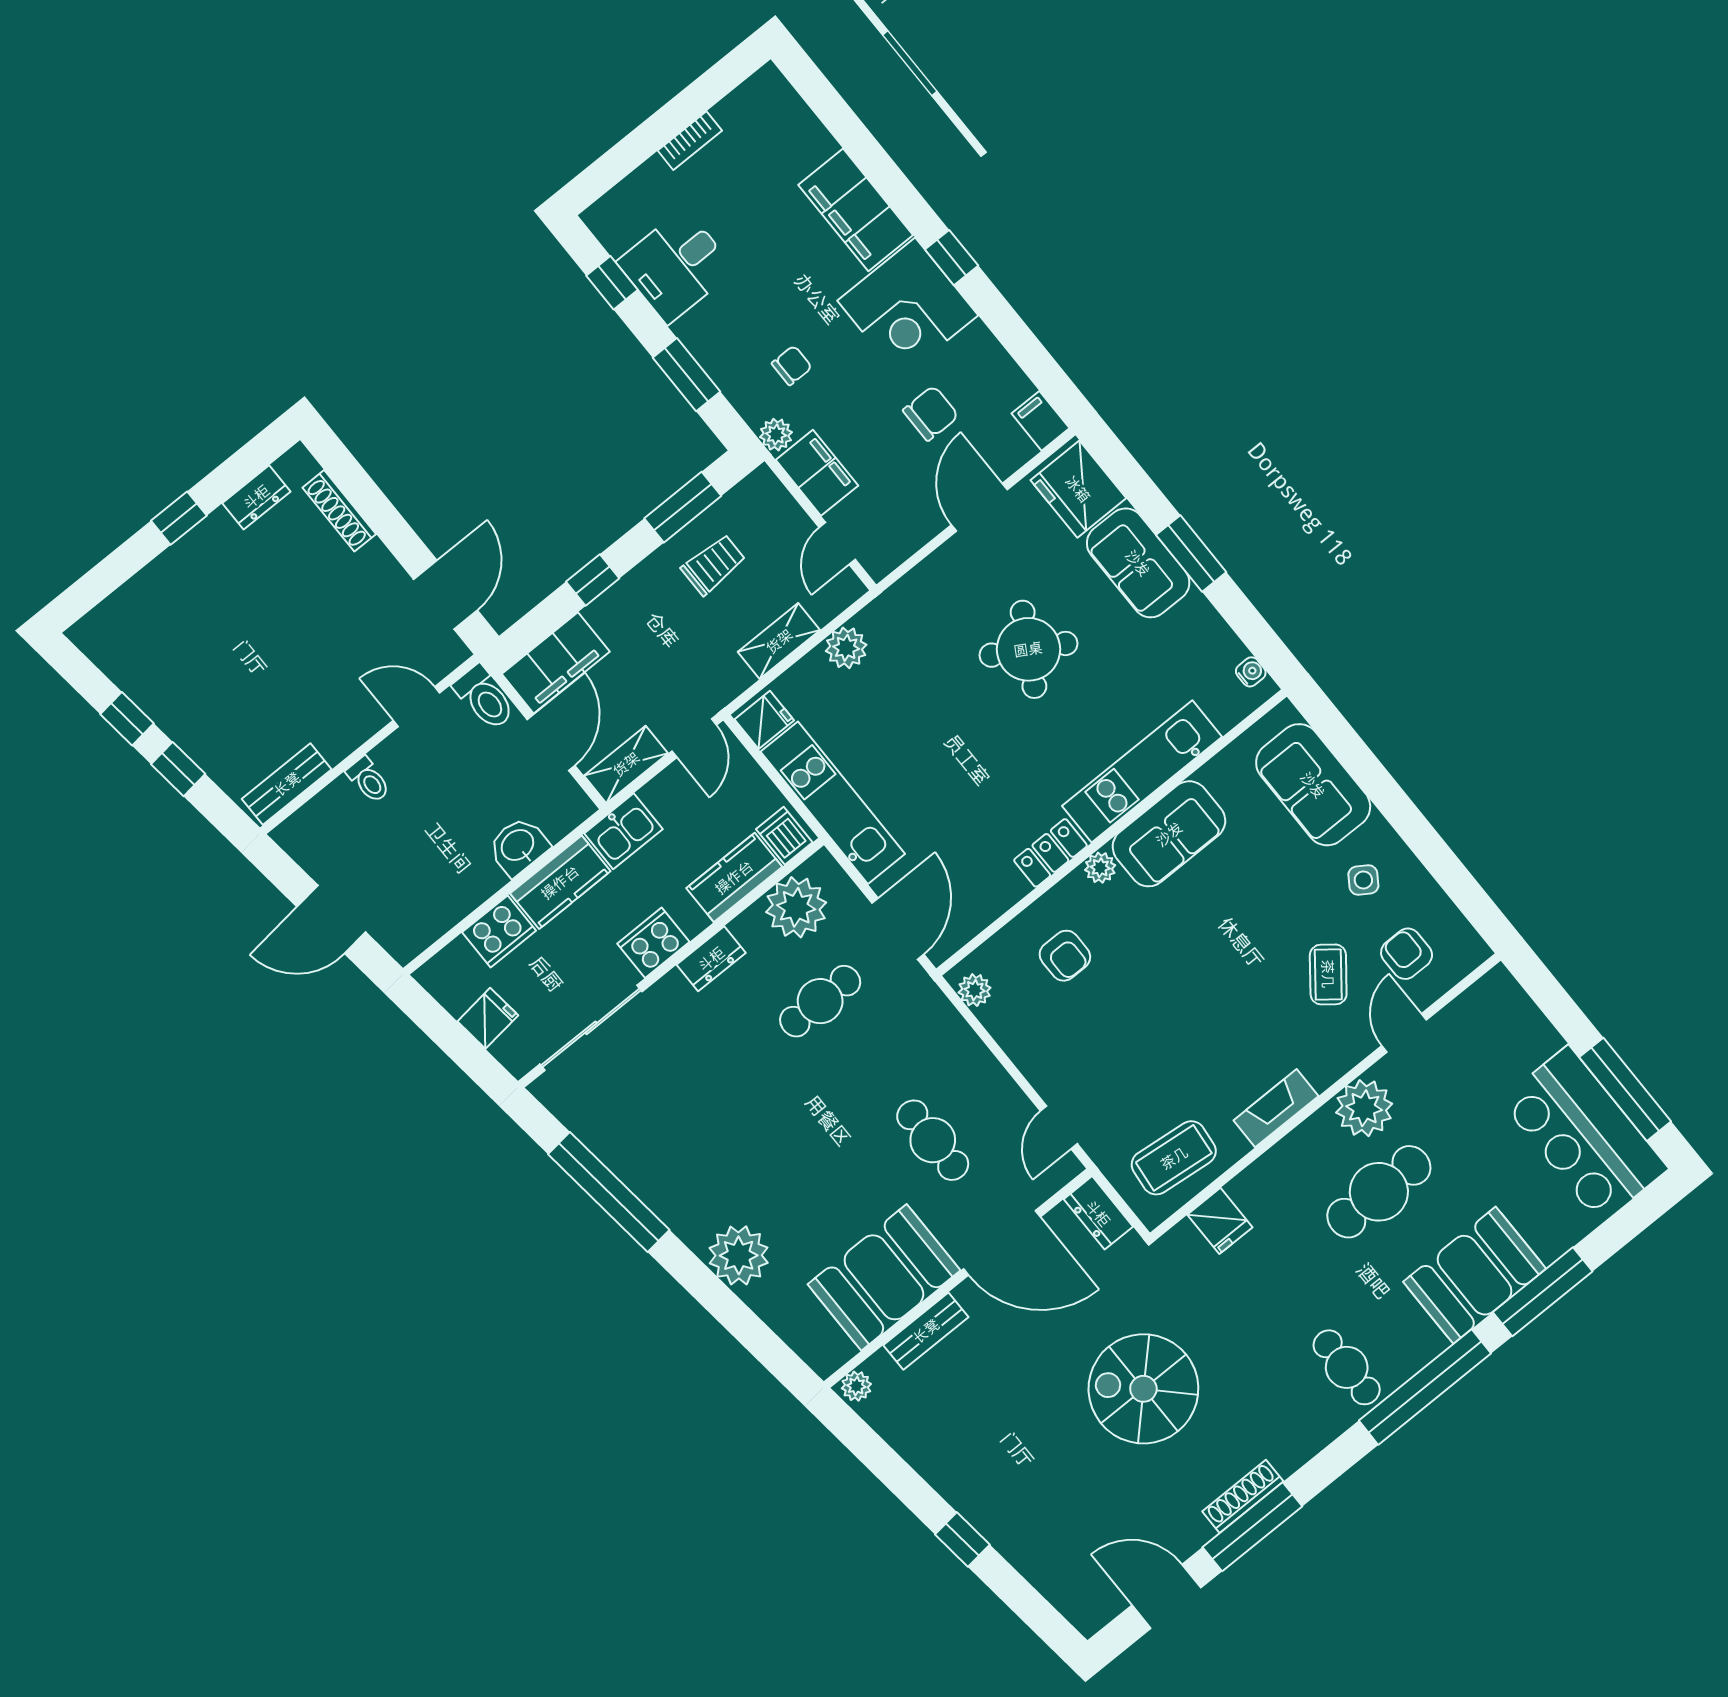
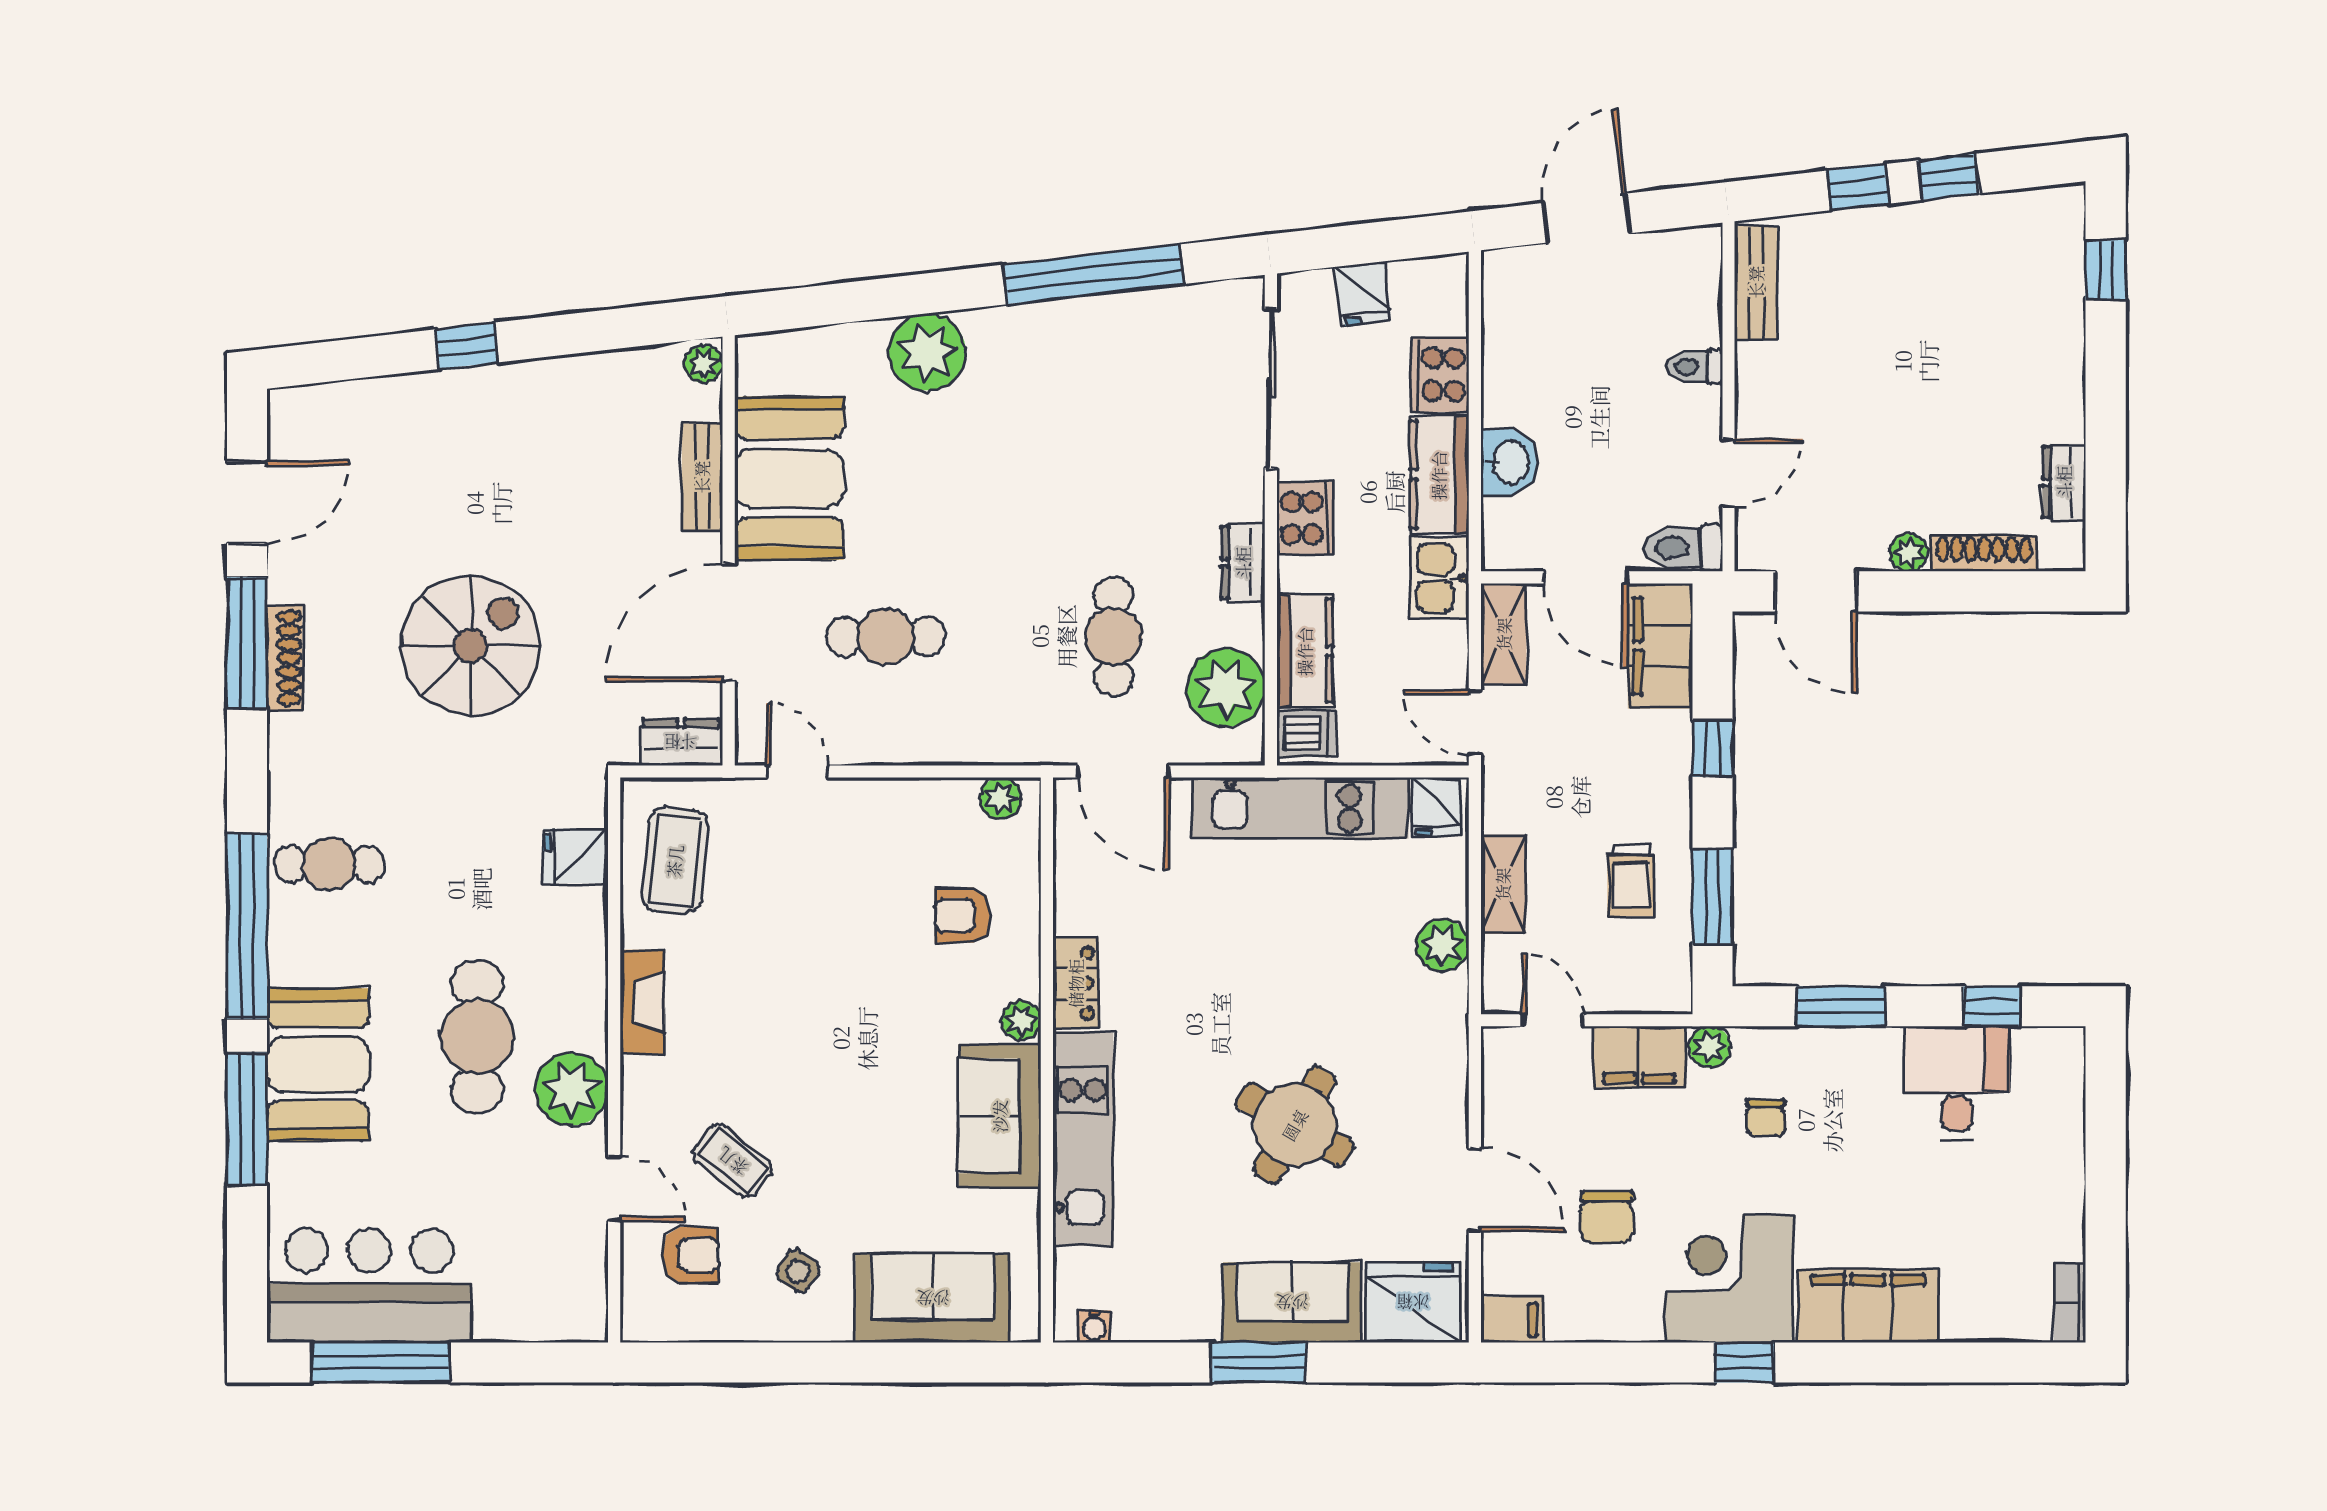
bookcase: (690, 141) -> (2070, 1303), moved
window: (179, 518) -> (2106, 270), moved
plant: (376, 558) -> (1909, 552), added

